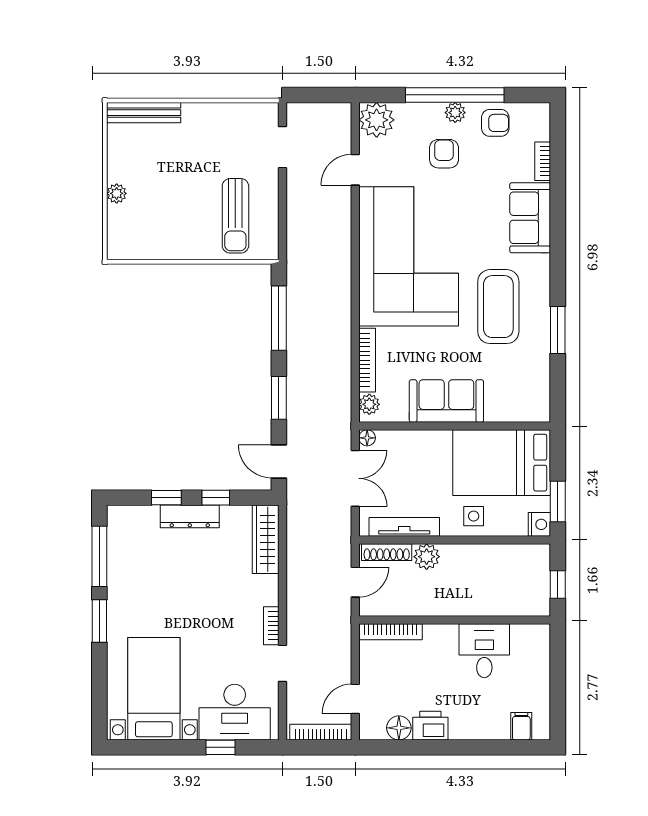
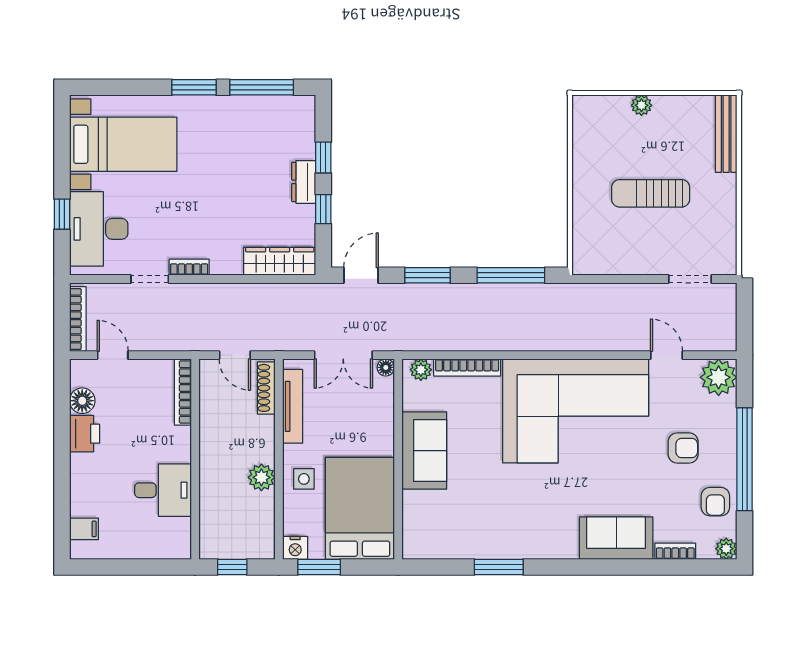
plant: (455, 113) -> (726, 549), moved
sun lounger: (235, 216) -> (651, 193), moved
coffee table: (498, 307) -> (523, 505), removed
dresser: (190, 516) -> (304, 182), width x0.70
plant: (427, 557) -> (261, 477), moved

